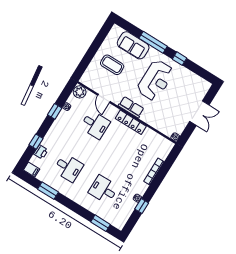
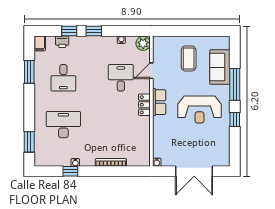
window: (55, 111) -> (94, 31), moved
double door: (199, 113) -> (194, 171), width x1.37
locker: (131, 122) -> (144, 105), width x0.66
desk: (95, 125) -> (121, 78), turned 180
desk: (103, 190) -> (63, 125), width x1.37

